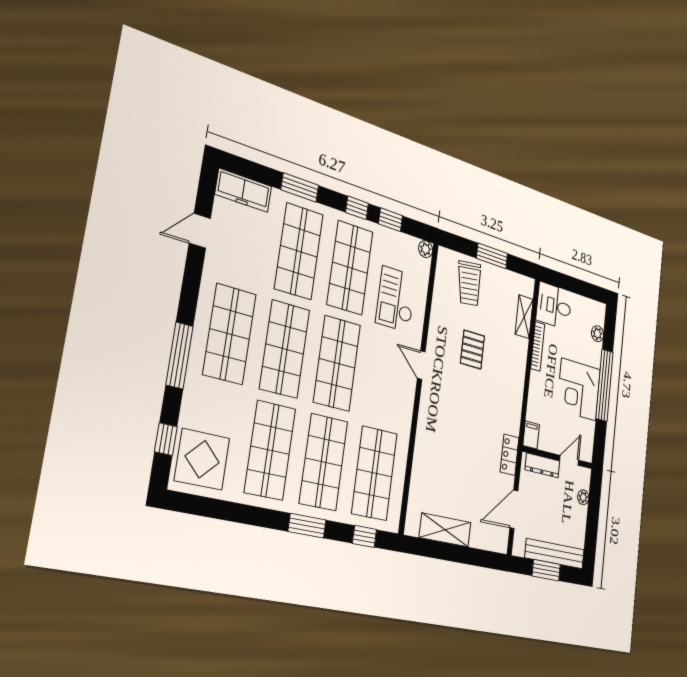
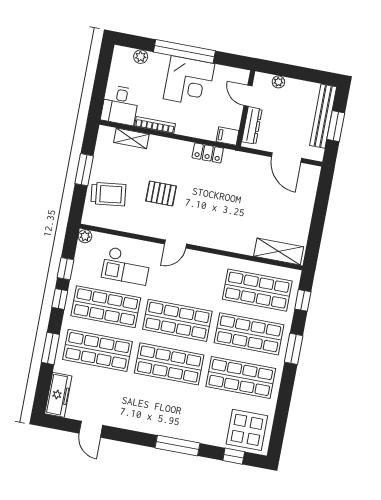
shop shelf: (230, 334) -> (161, 408), removed
locker: (510, 455) -> (208, 153), moved
shelving: (445, 530) -> (279, 251), moved, turned 90

